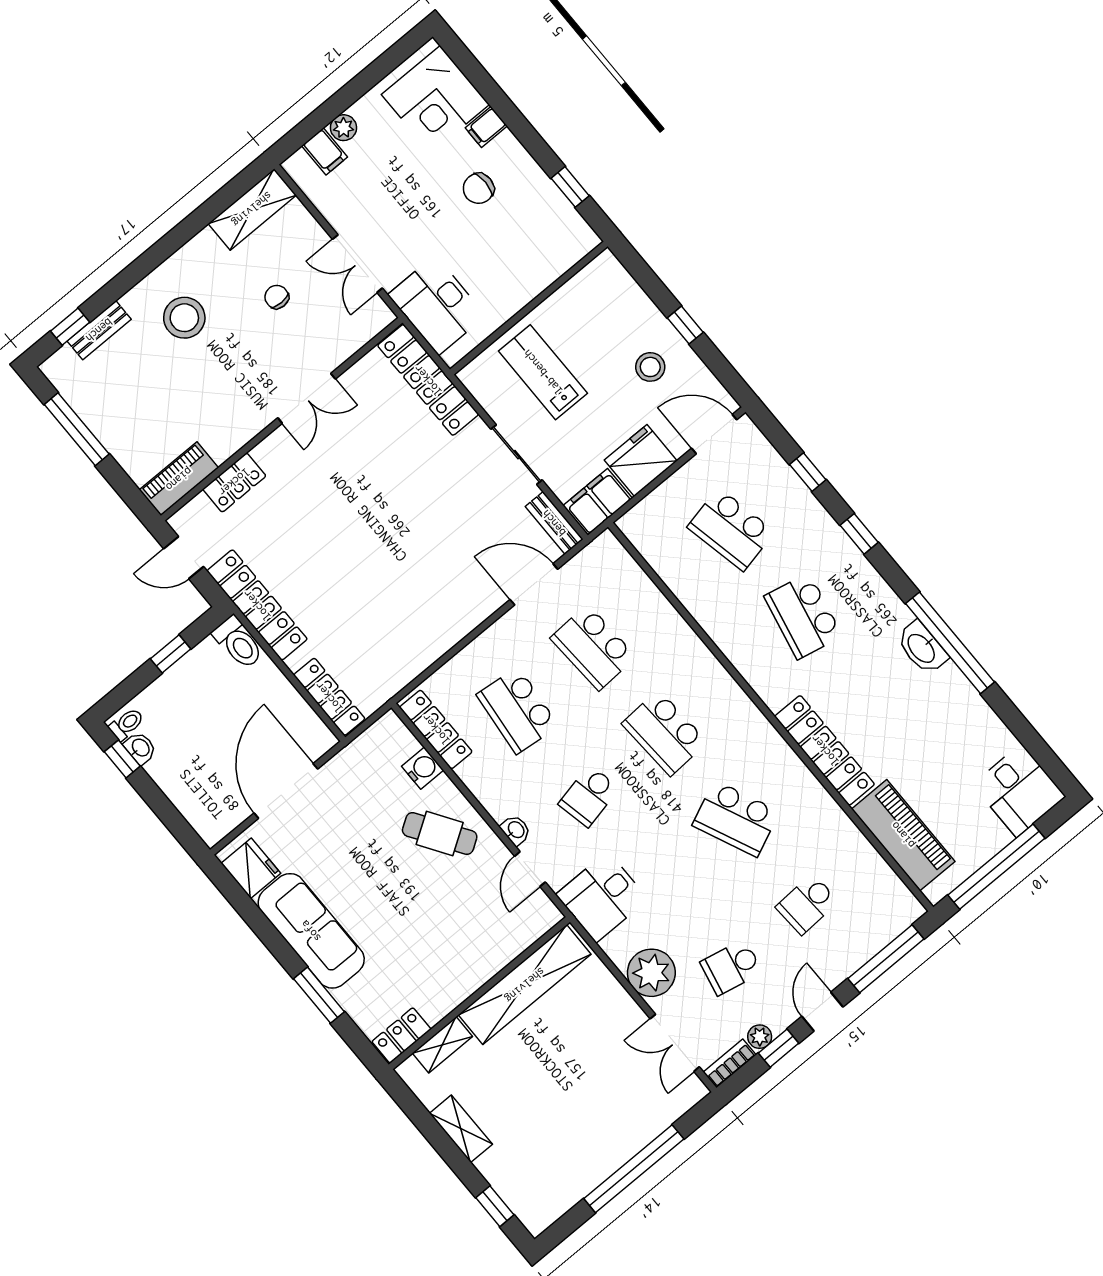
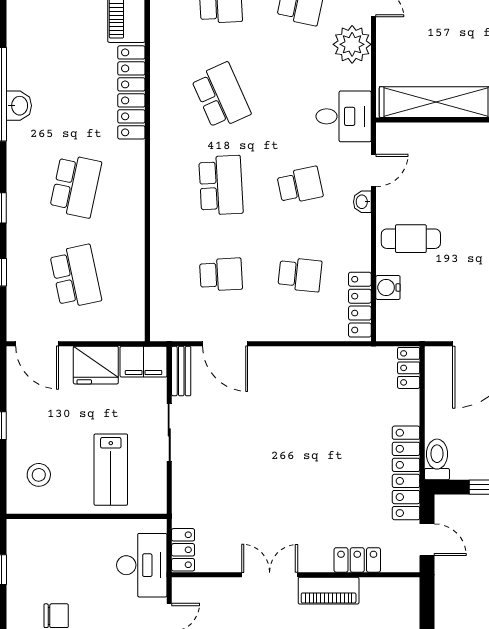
stool: (650, 367) -> (39, 475), moved
locker: (428, 380) -> (183, 550), width x0.46, depth x0.83
piano: (179, 479) -> (329, 591), moved
school desk: (593, 647) -> (221, 275), width x0.54
washbasin: (922, 648) -> (19, 106), width x0.72
locker: (329, 697) -> (409, 368), width x0.66
school desk: (517, 710) -> (300, 275), width x0.54
cafe table: (440, 833) -> (411, 239), turned -57

